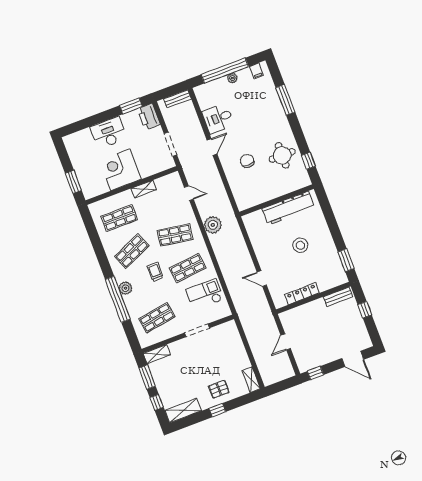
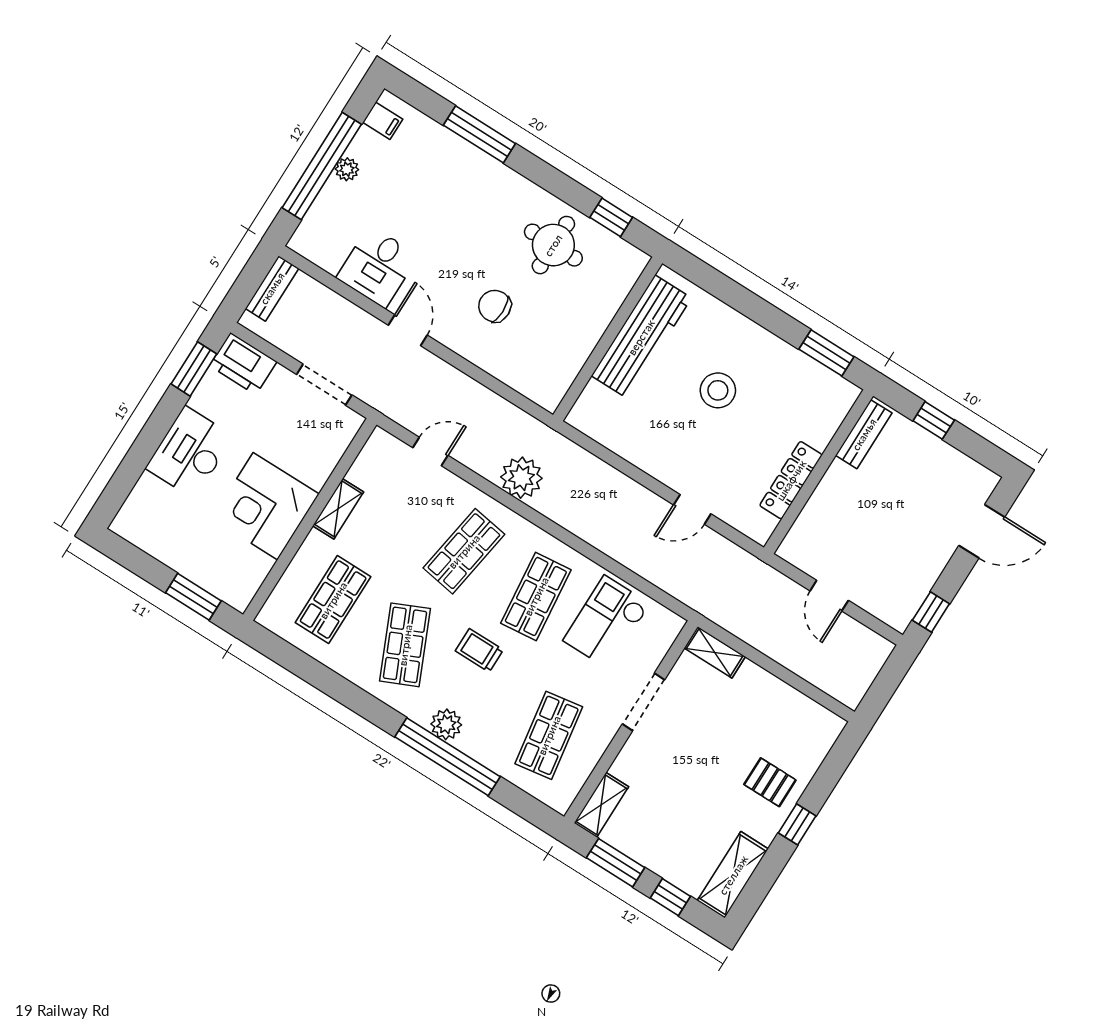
shelving: (251, 380) -> (715, 652), moved
pallet: (219, 389) -> (770, 782), turned 90

